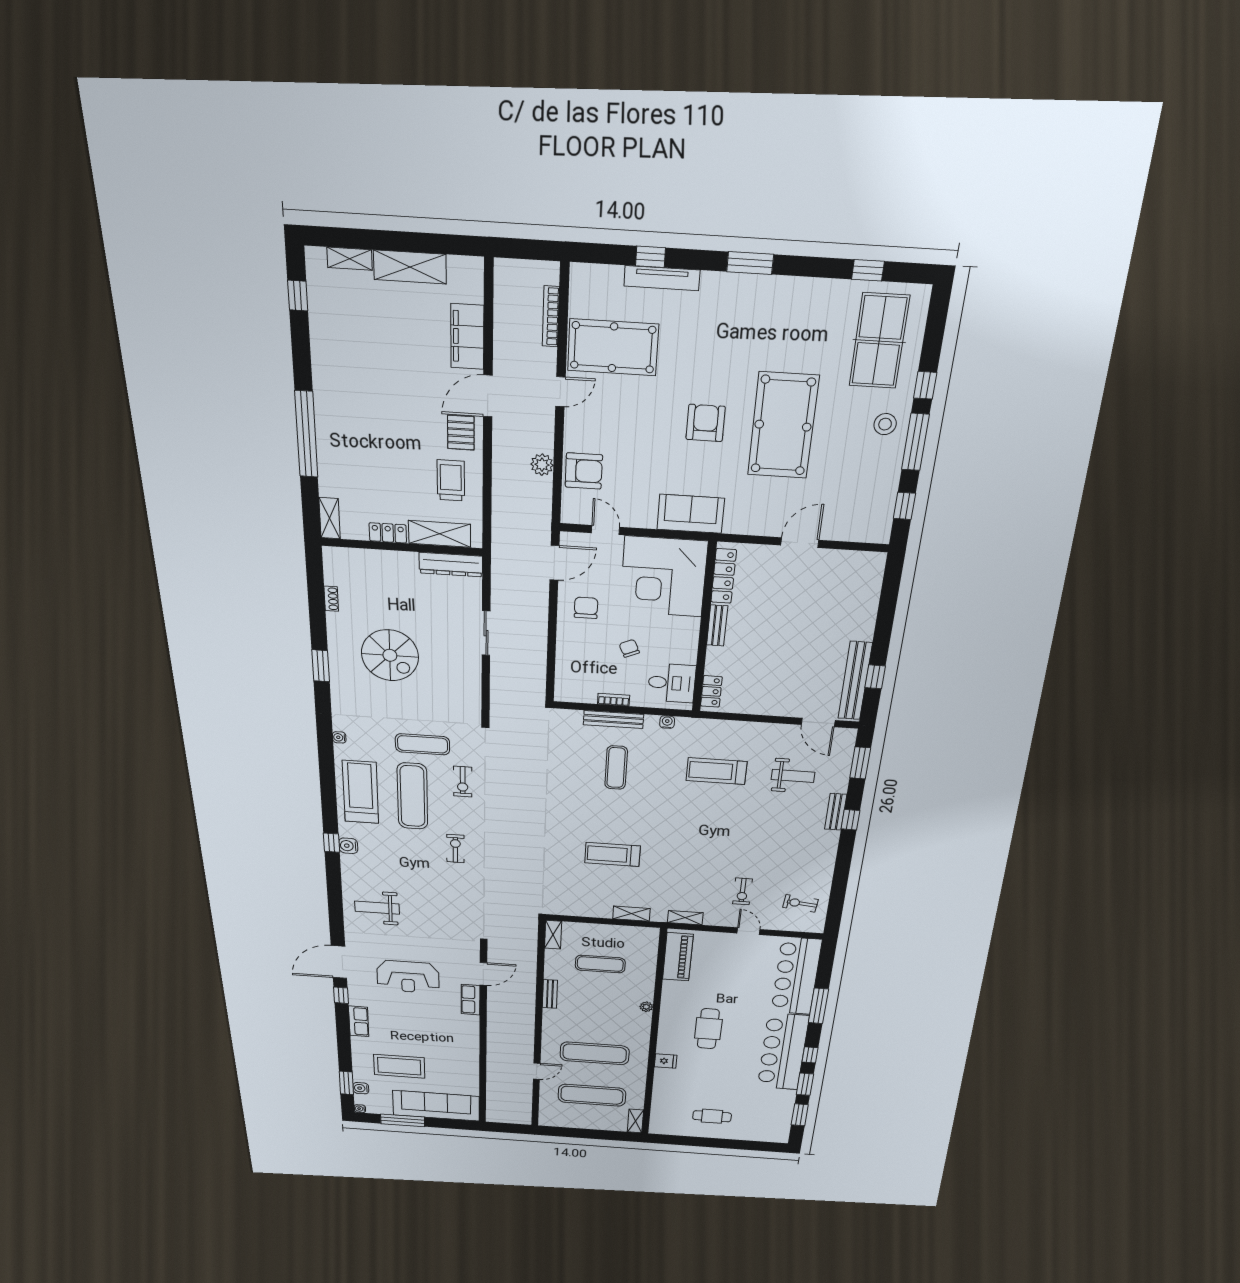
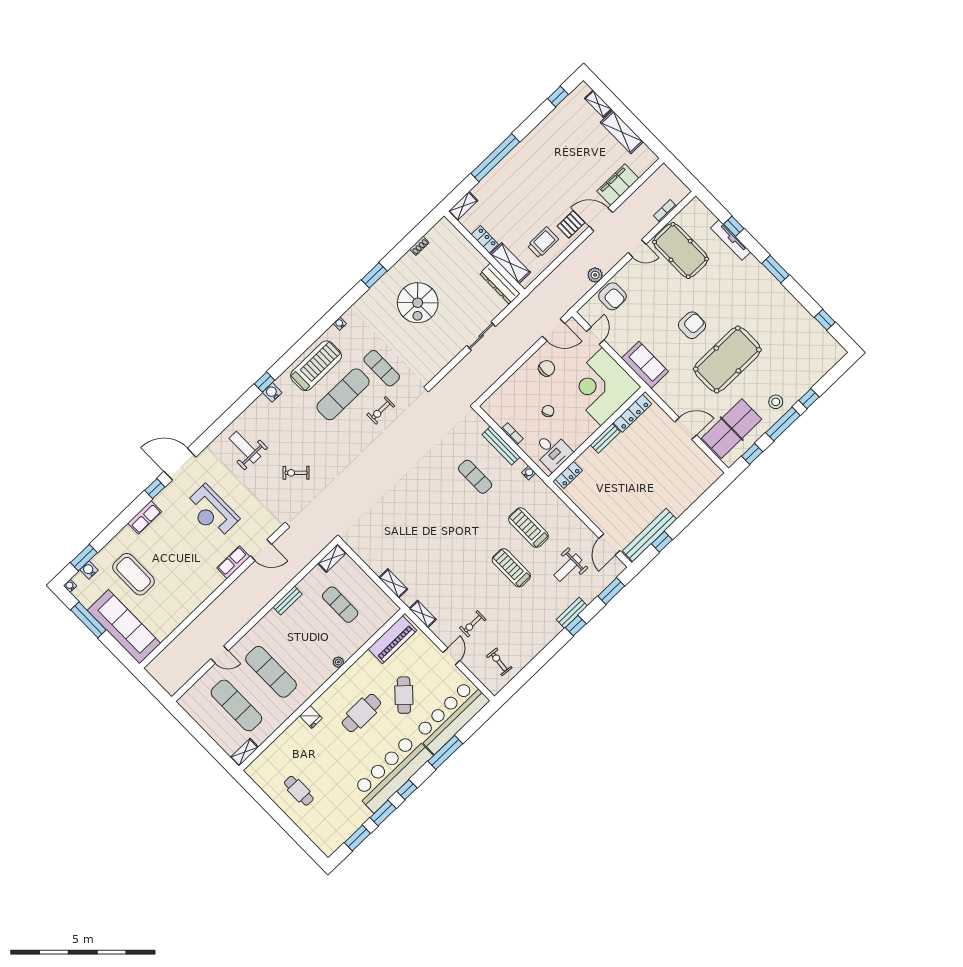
bookcase: (551, 316) -> (665, 211), width x0.64
table tennis table: (879, 341) -> (732, 429), moved
exercise mat: (616, 768) -> (475, 477), turned 90
weight bench: (793, 776) -> (568, 568), turned 90
exercise bike: (455, 849) -> (296, 473), moved, turned -136
treadmill: (612, 854) -> (511, 568), moved
cafe table: (734, 990) -> (404, 695), added

